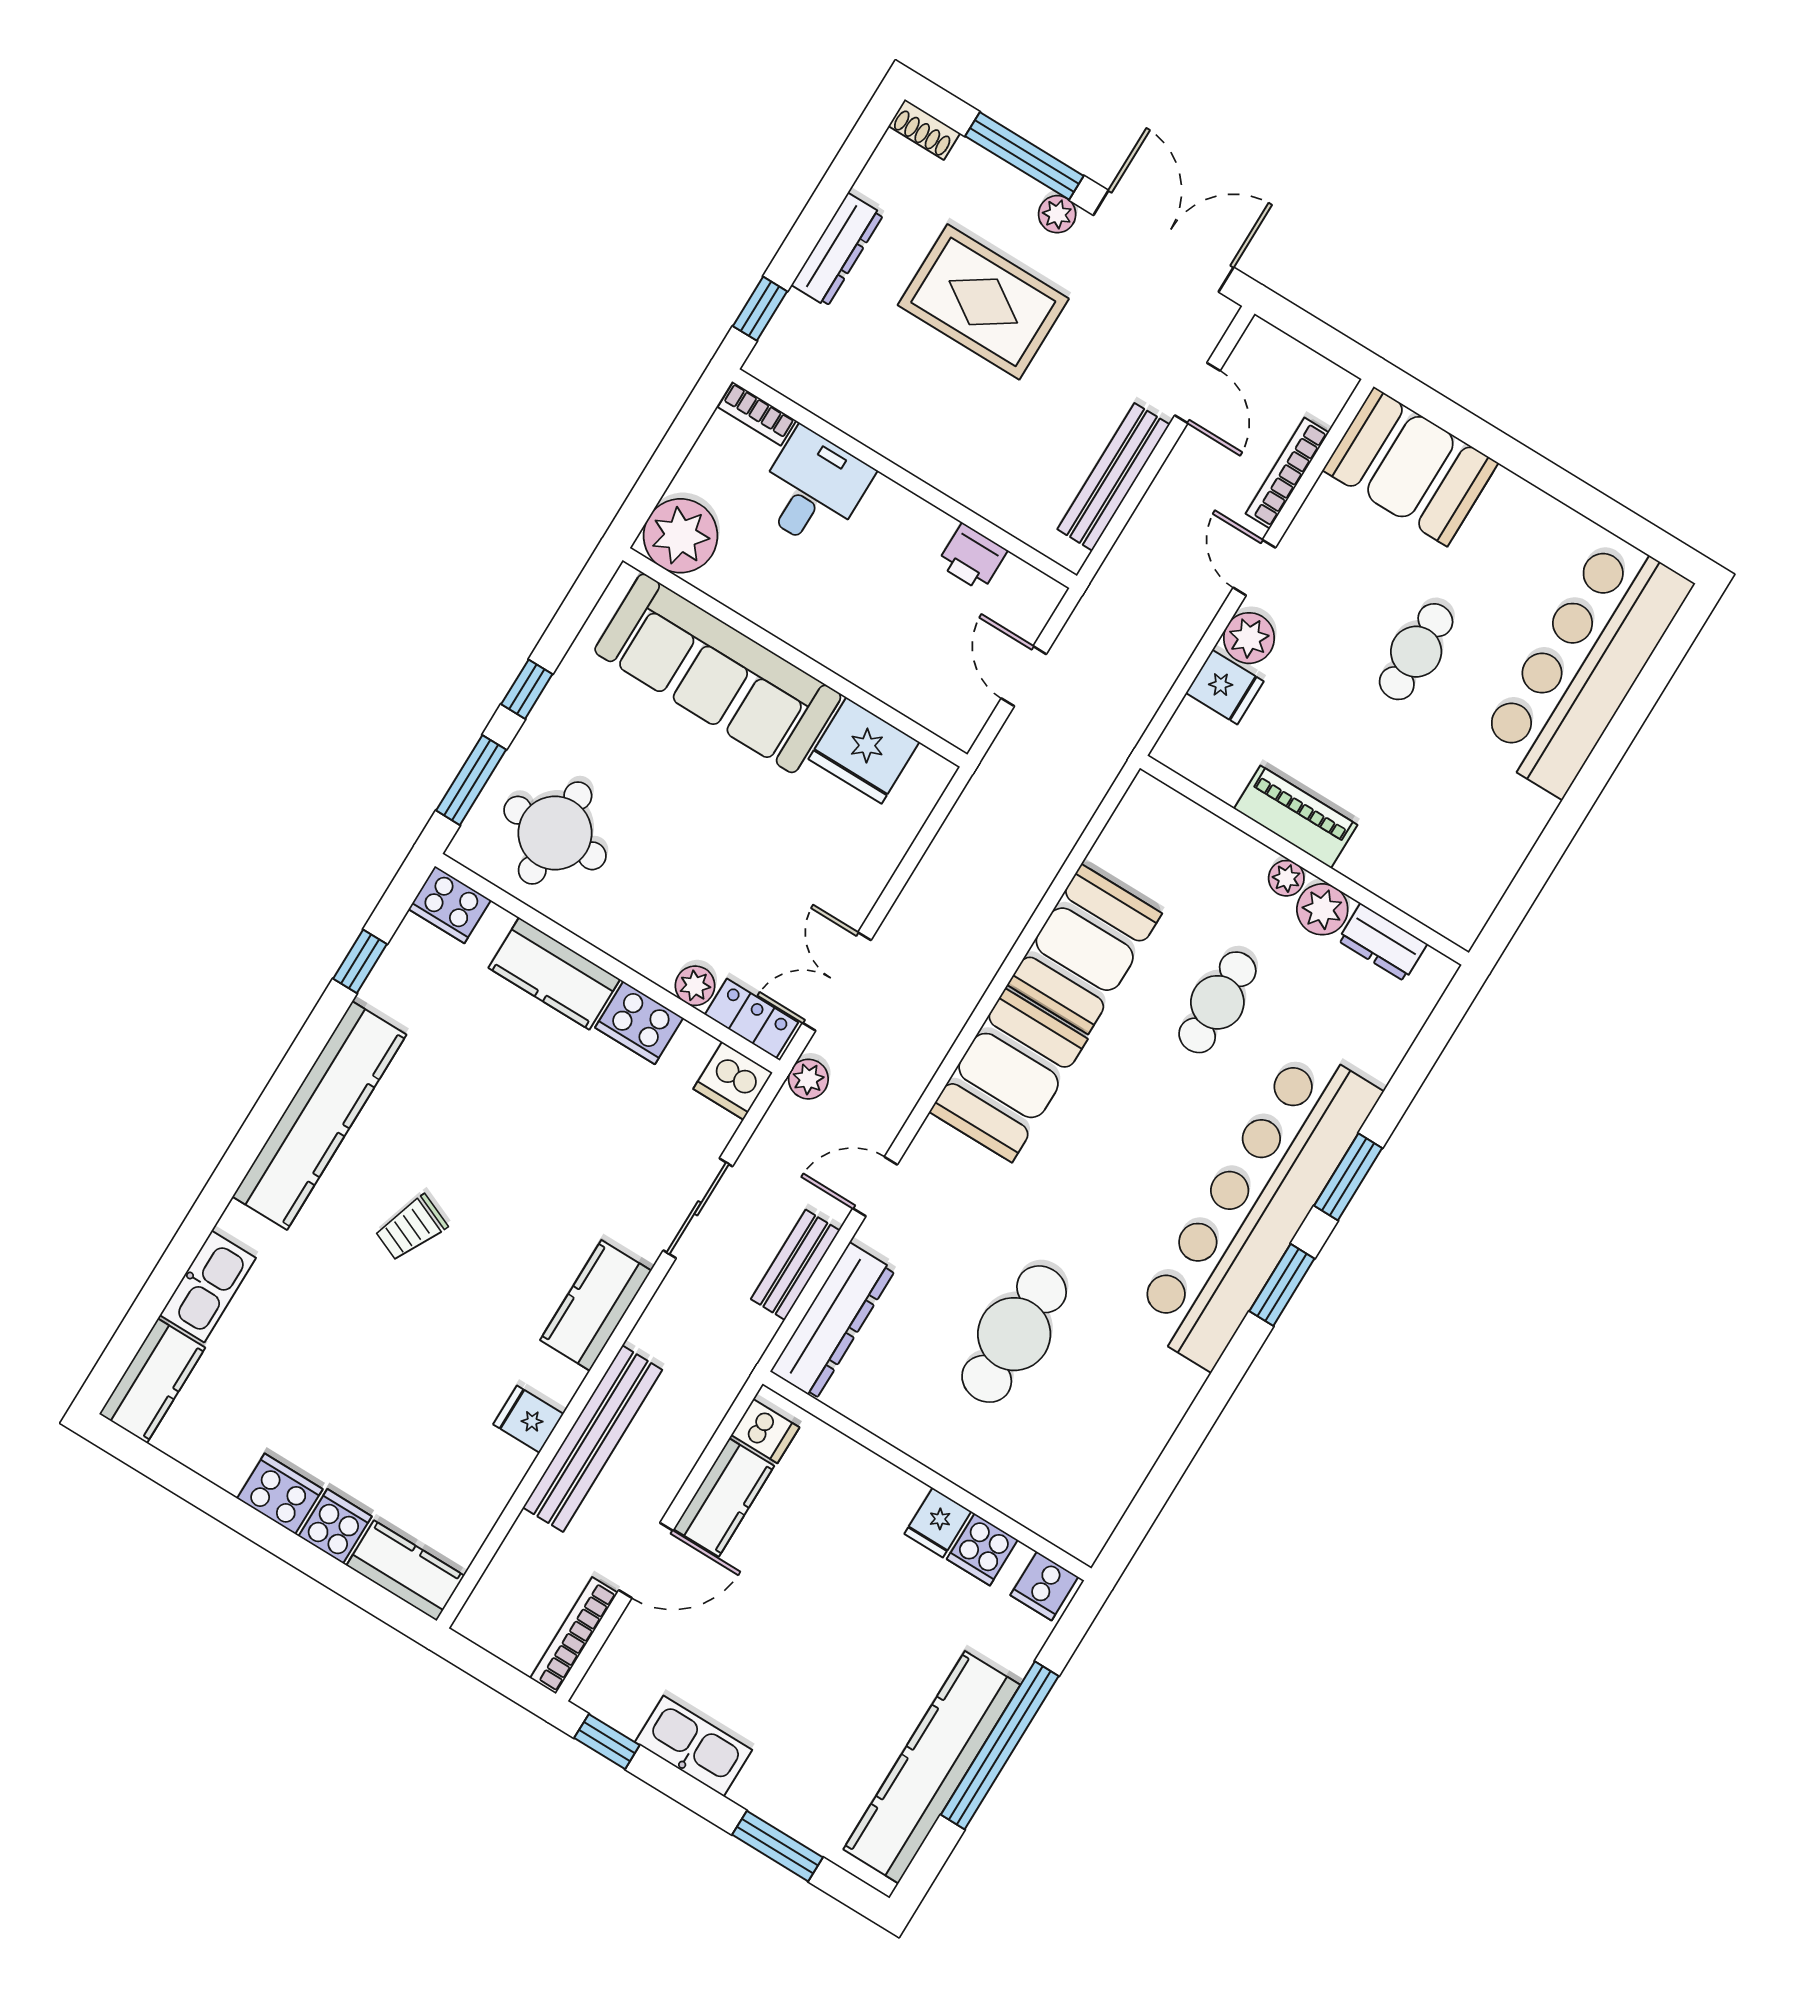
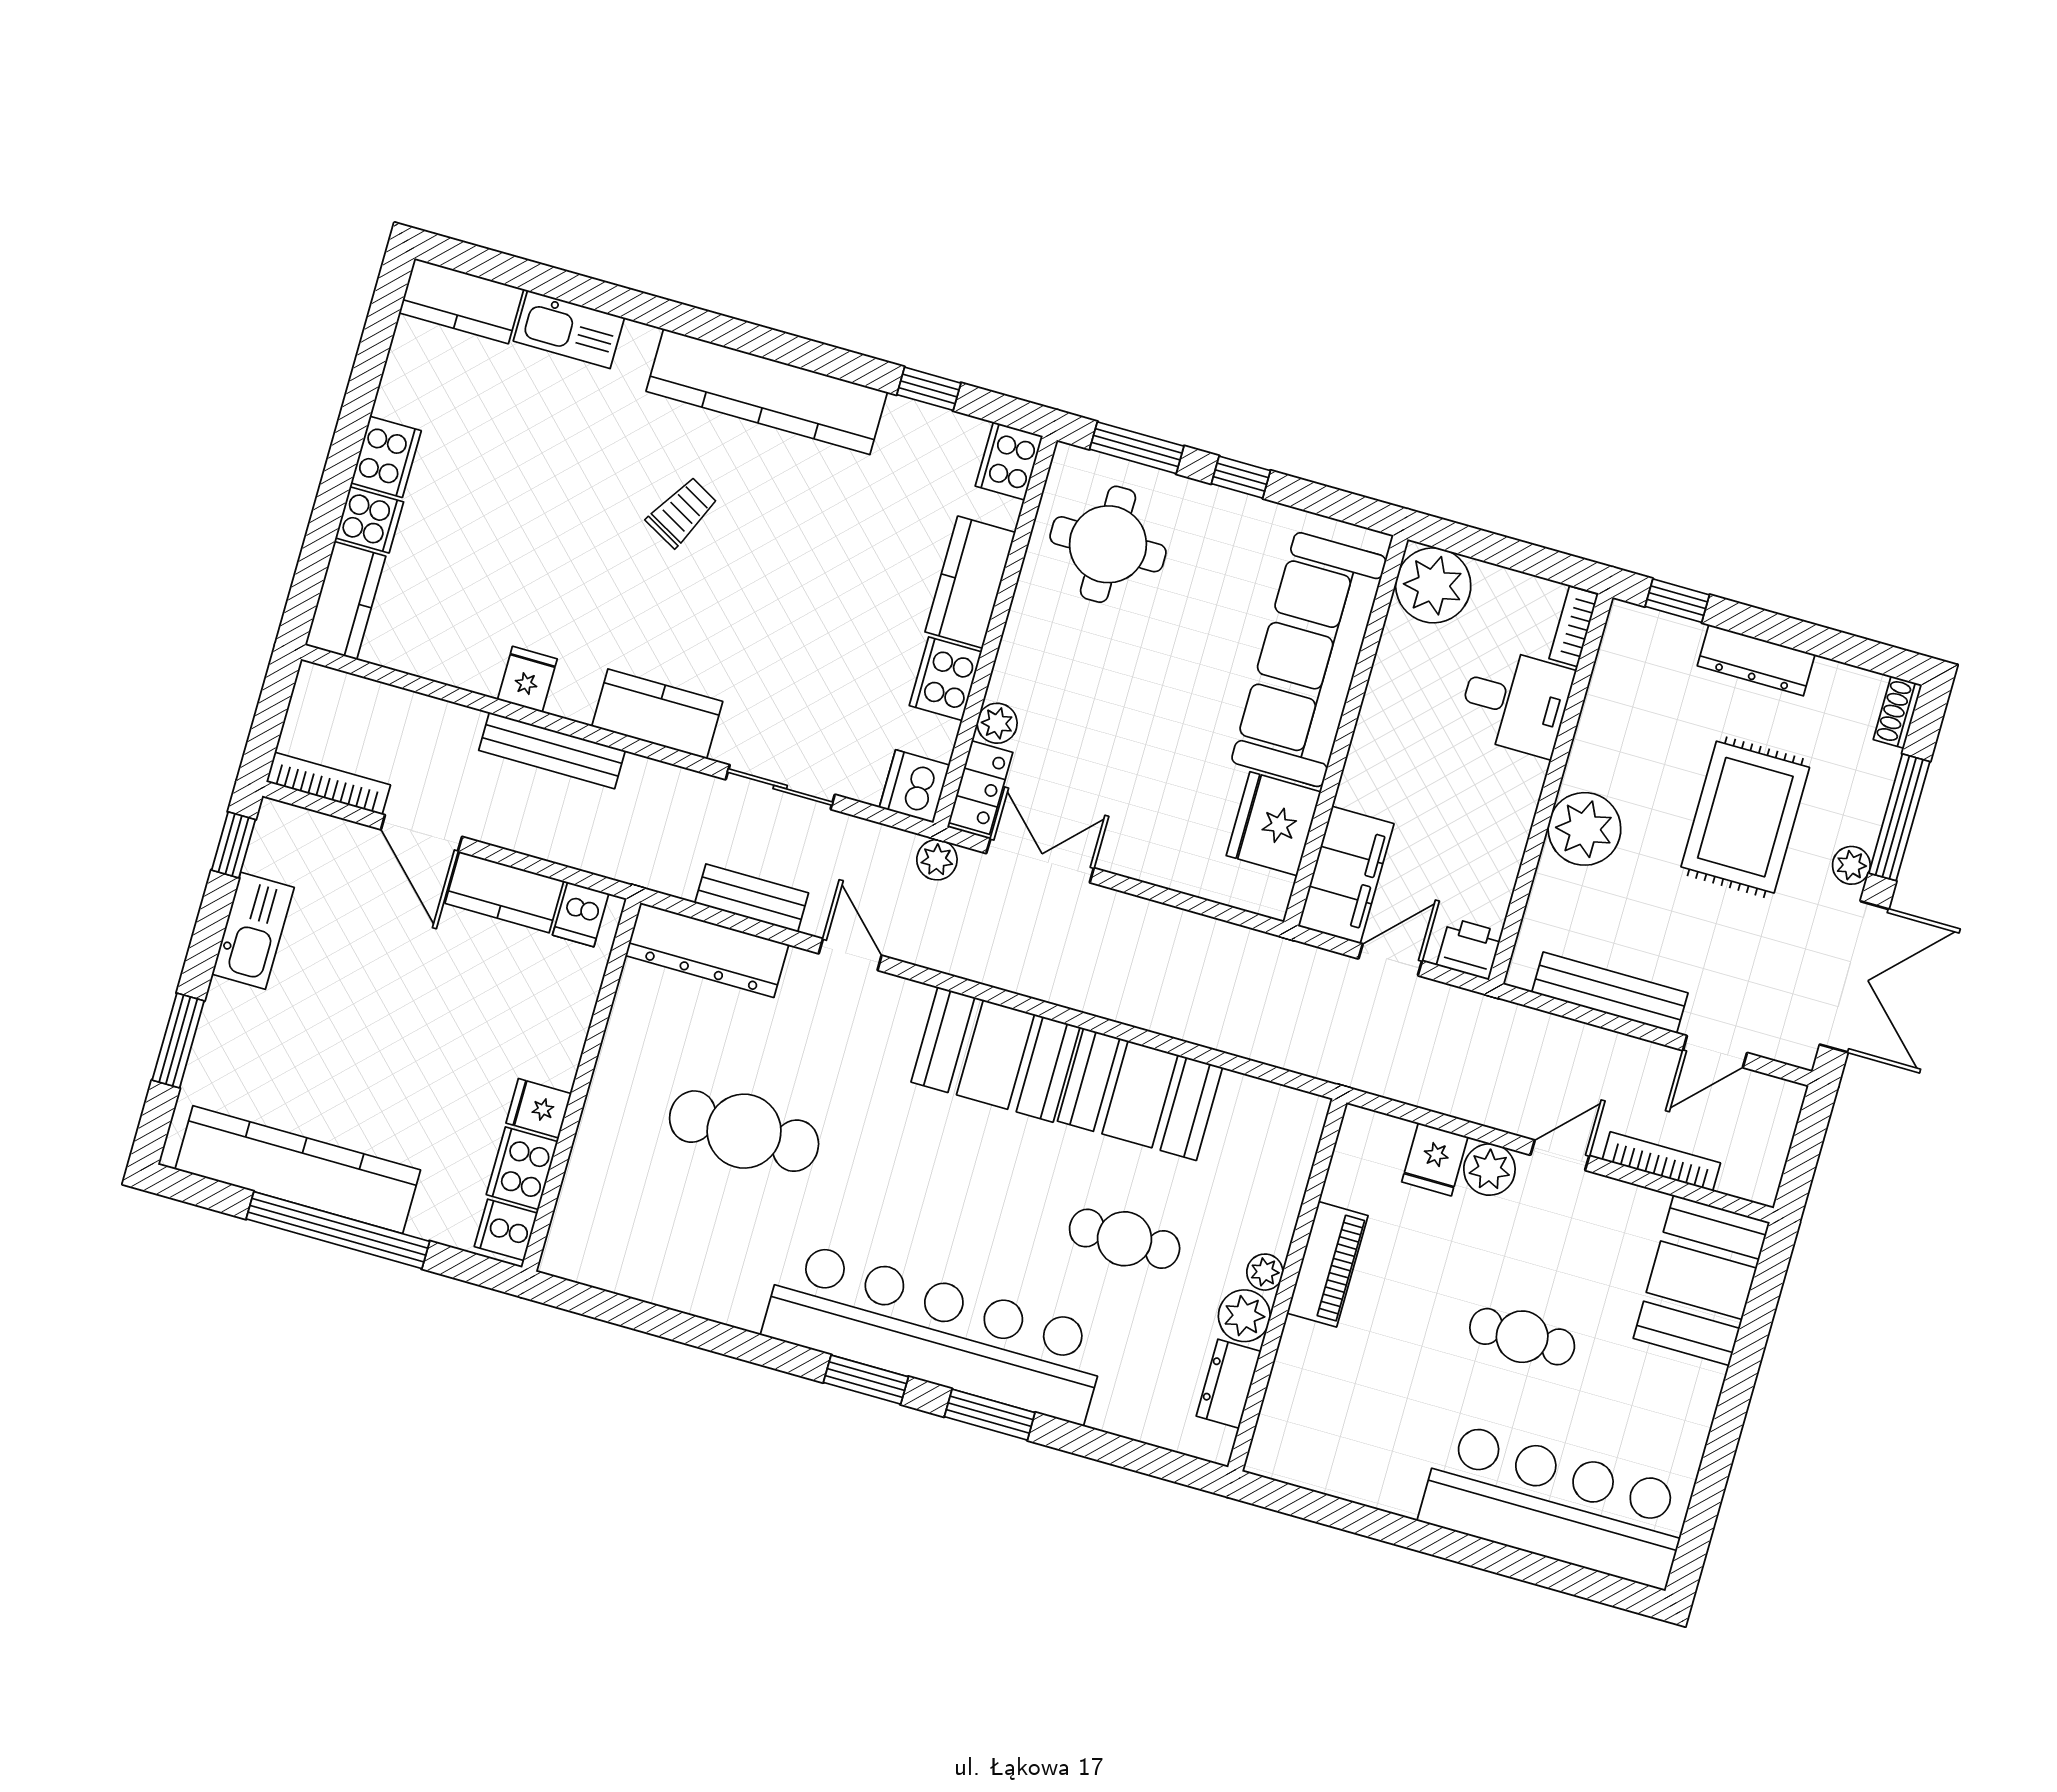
plant: (952, 457) -> (1584, 829), added
printer: (972, 557) -> (1469, 949), moved, turned 90
filing cabinet: (932, 696) -> (1346, 875), added
trolley: (411, 1228) -> (682, 512), turned 96
bench: (593, 1439) -> (552, 750), width x0.73, depth x0.82
cooker: (982, 1550) -> (522, 1168), width x1.36

